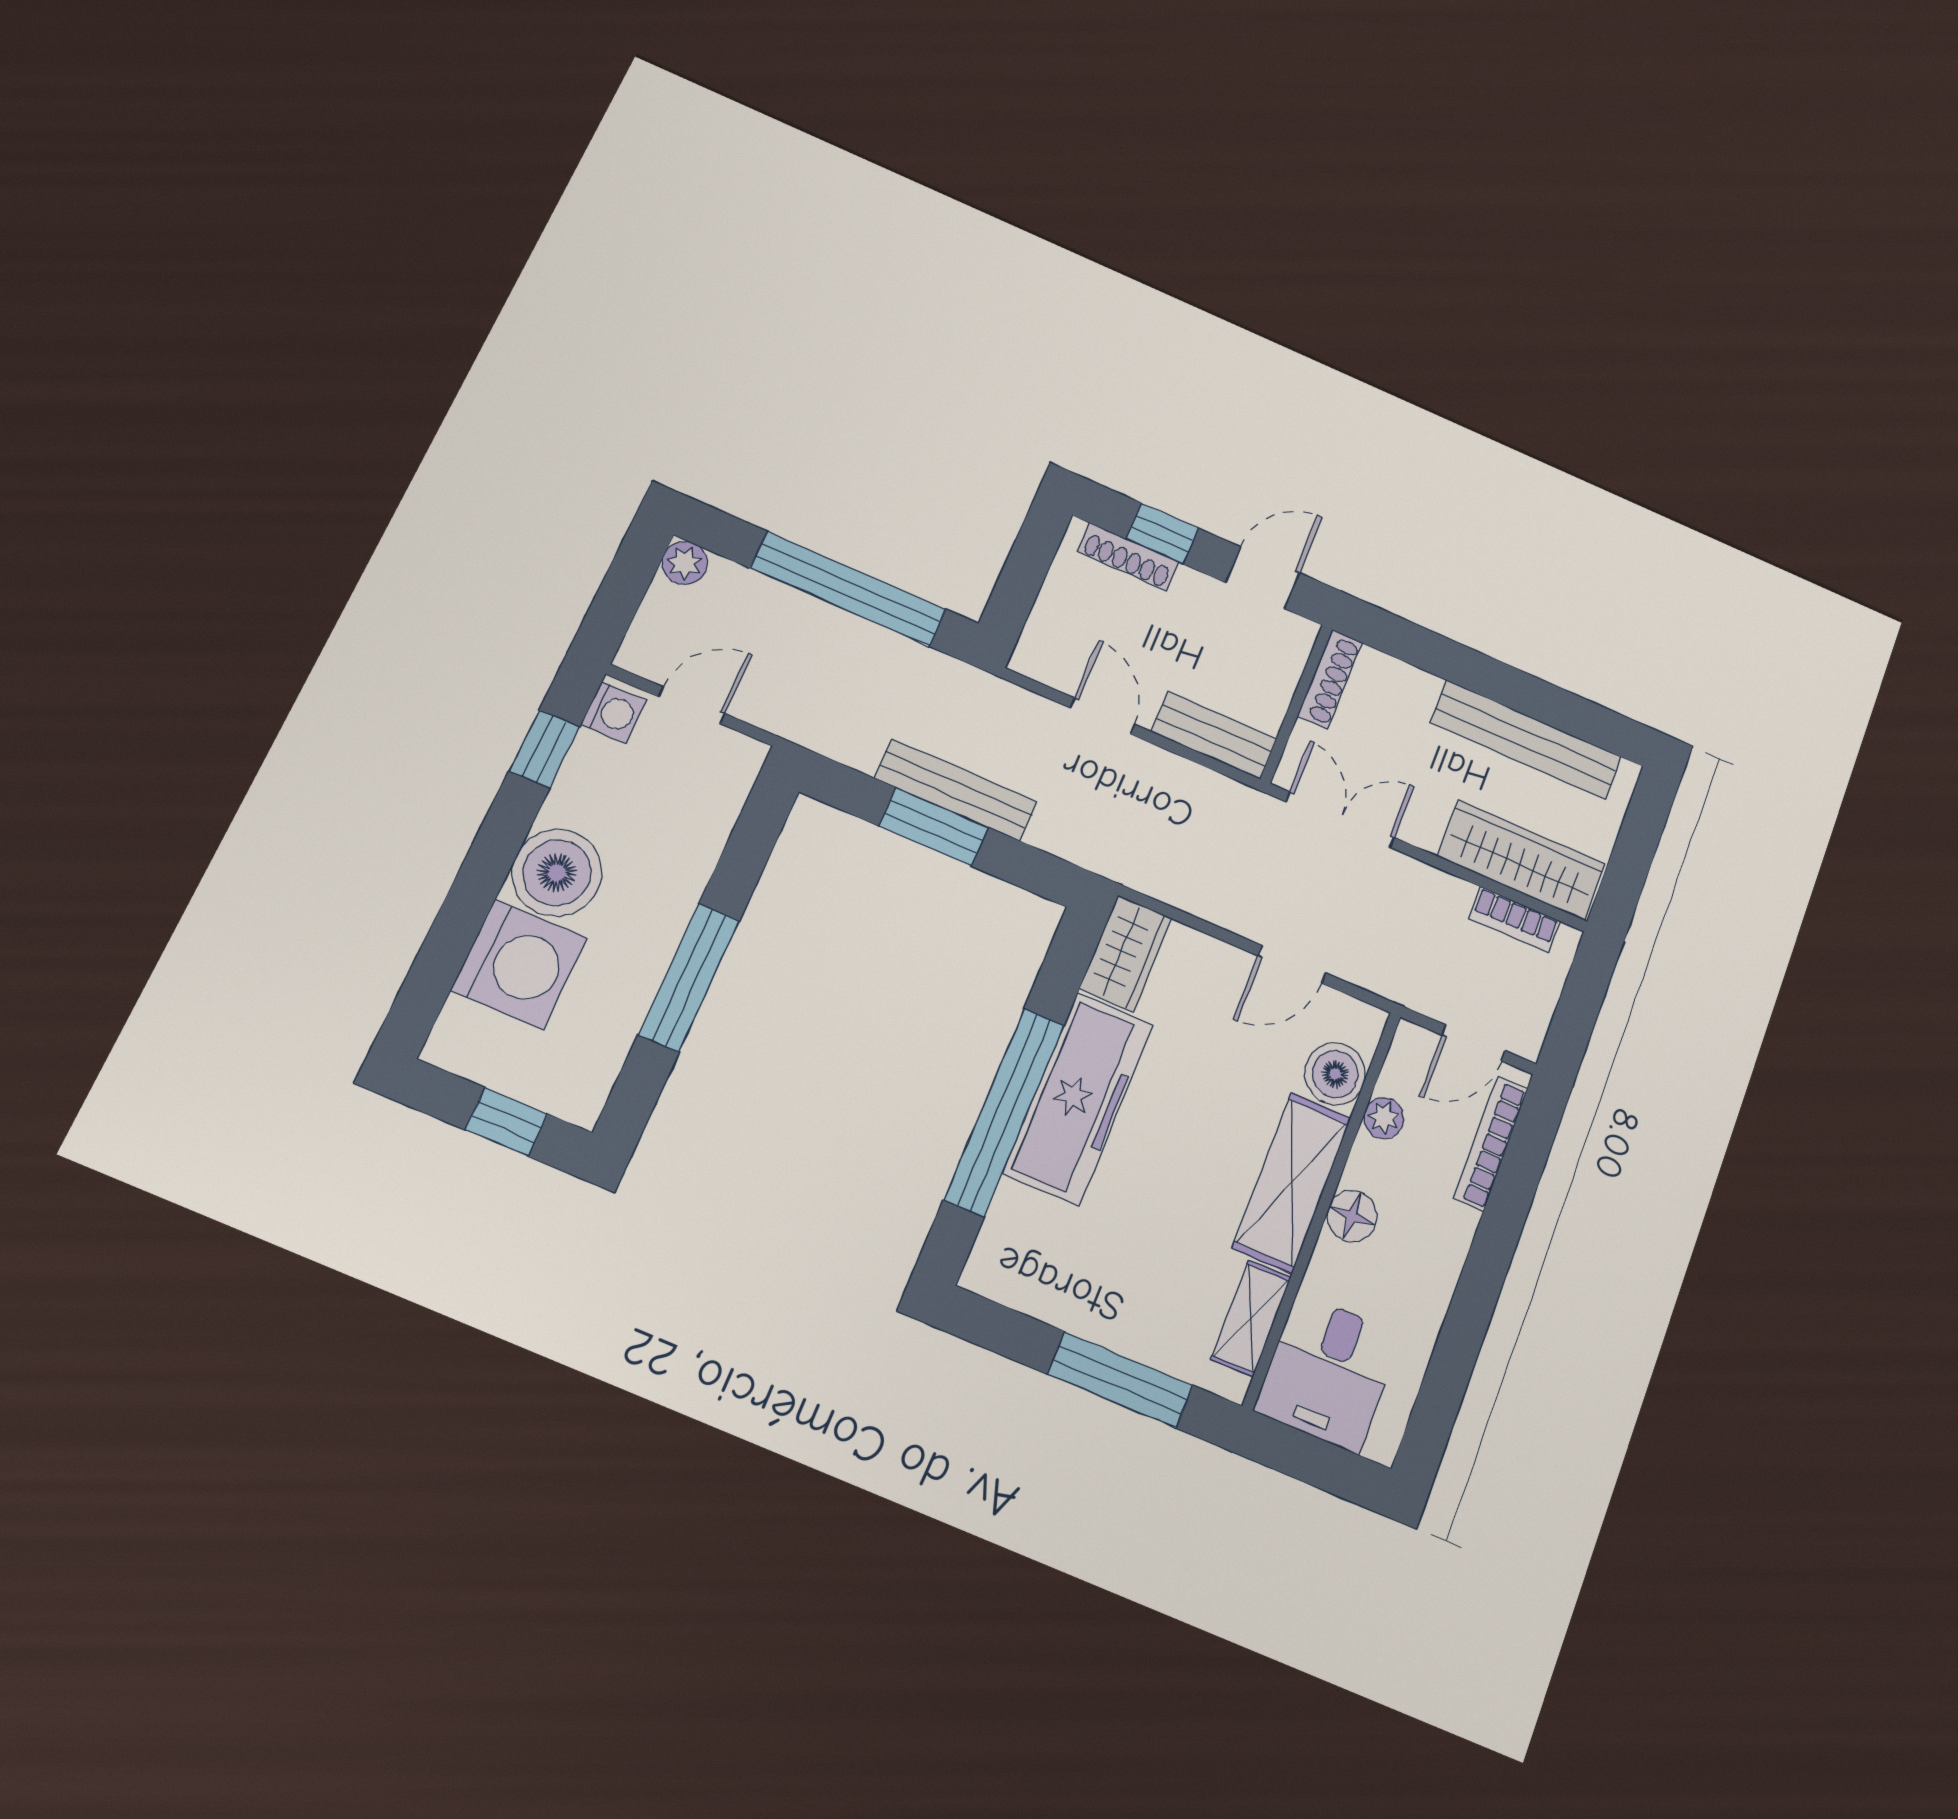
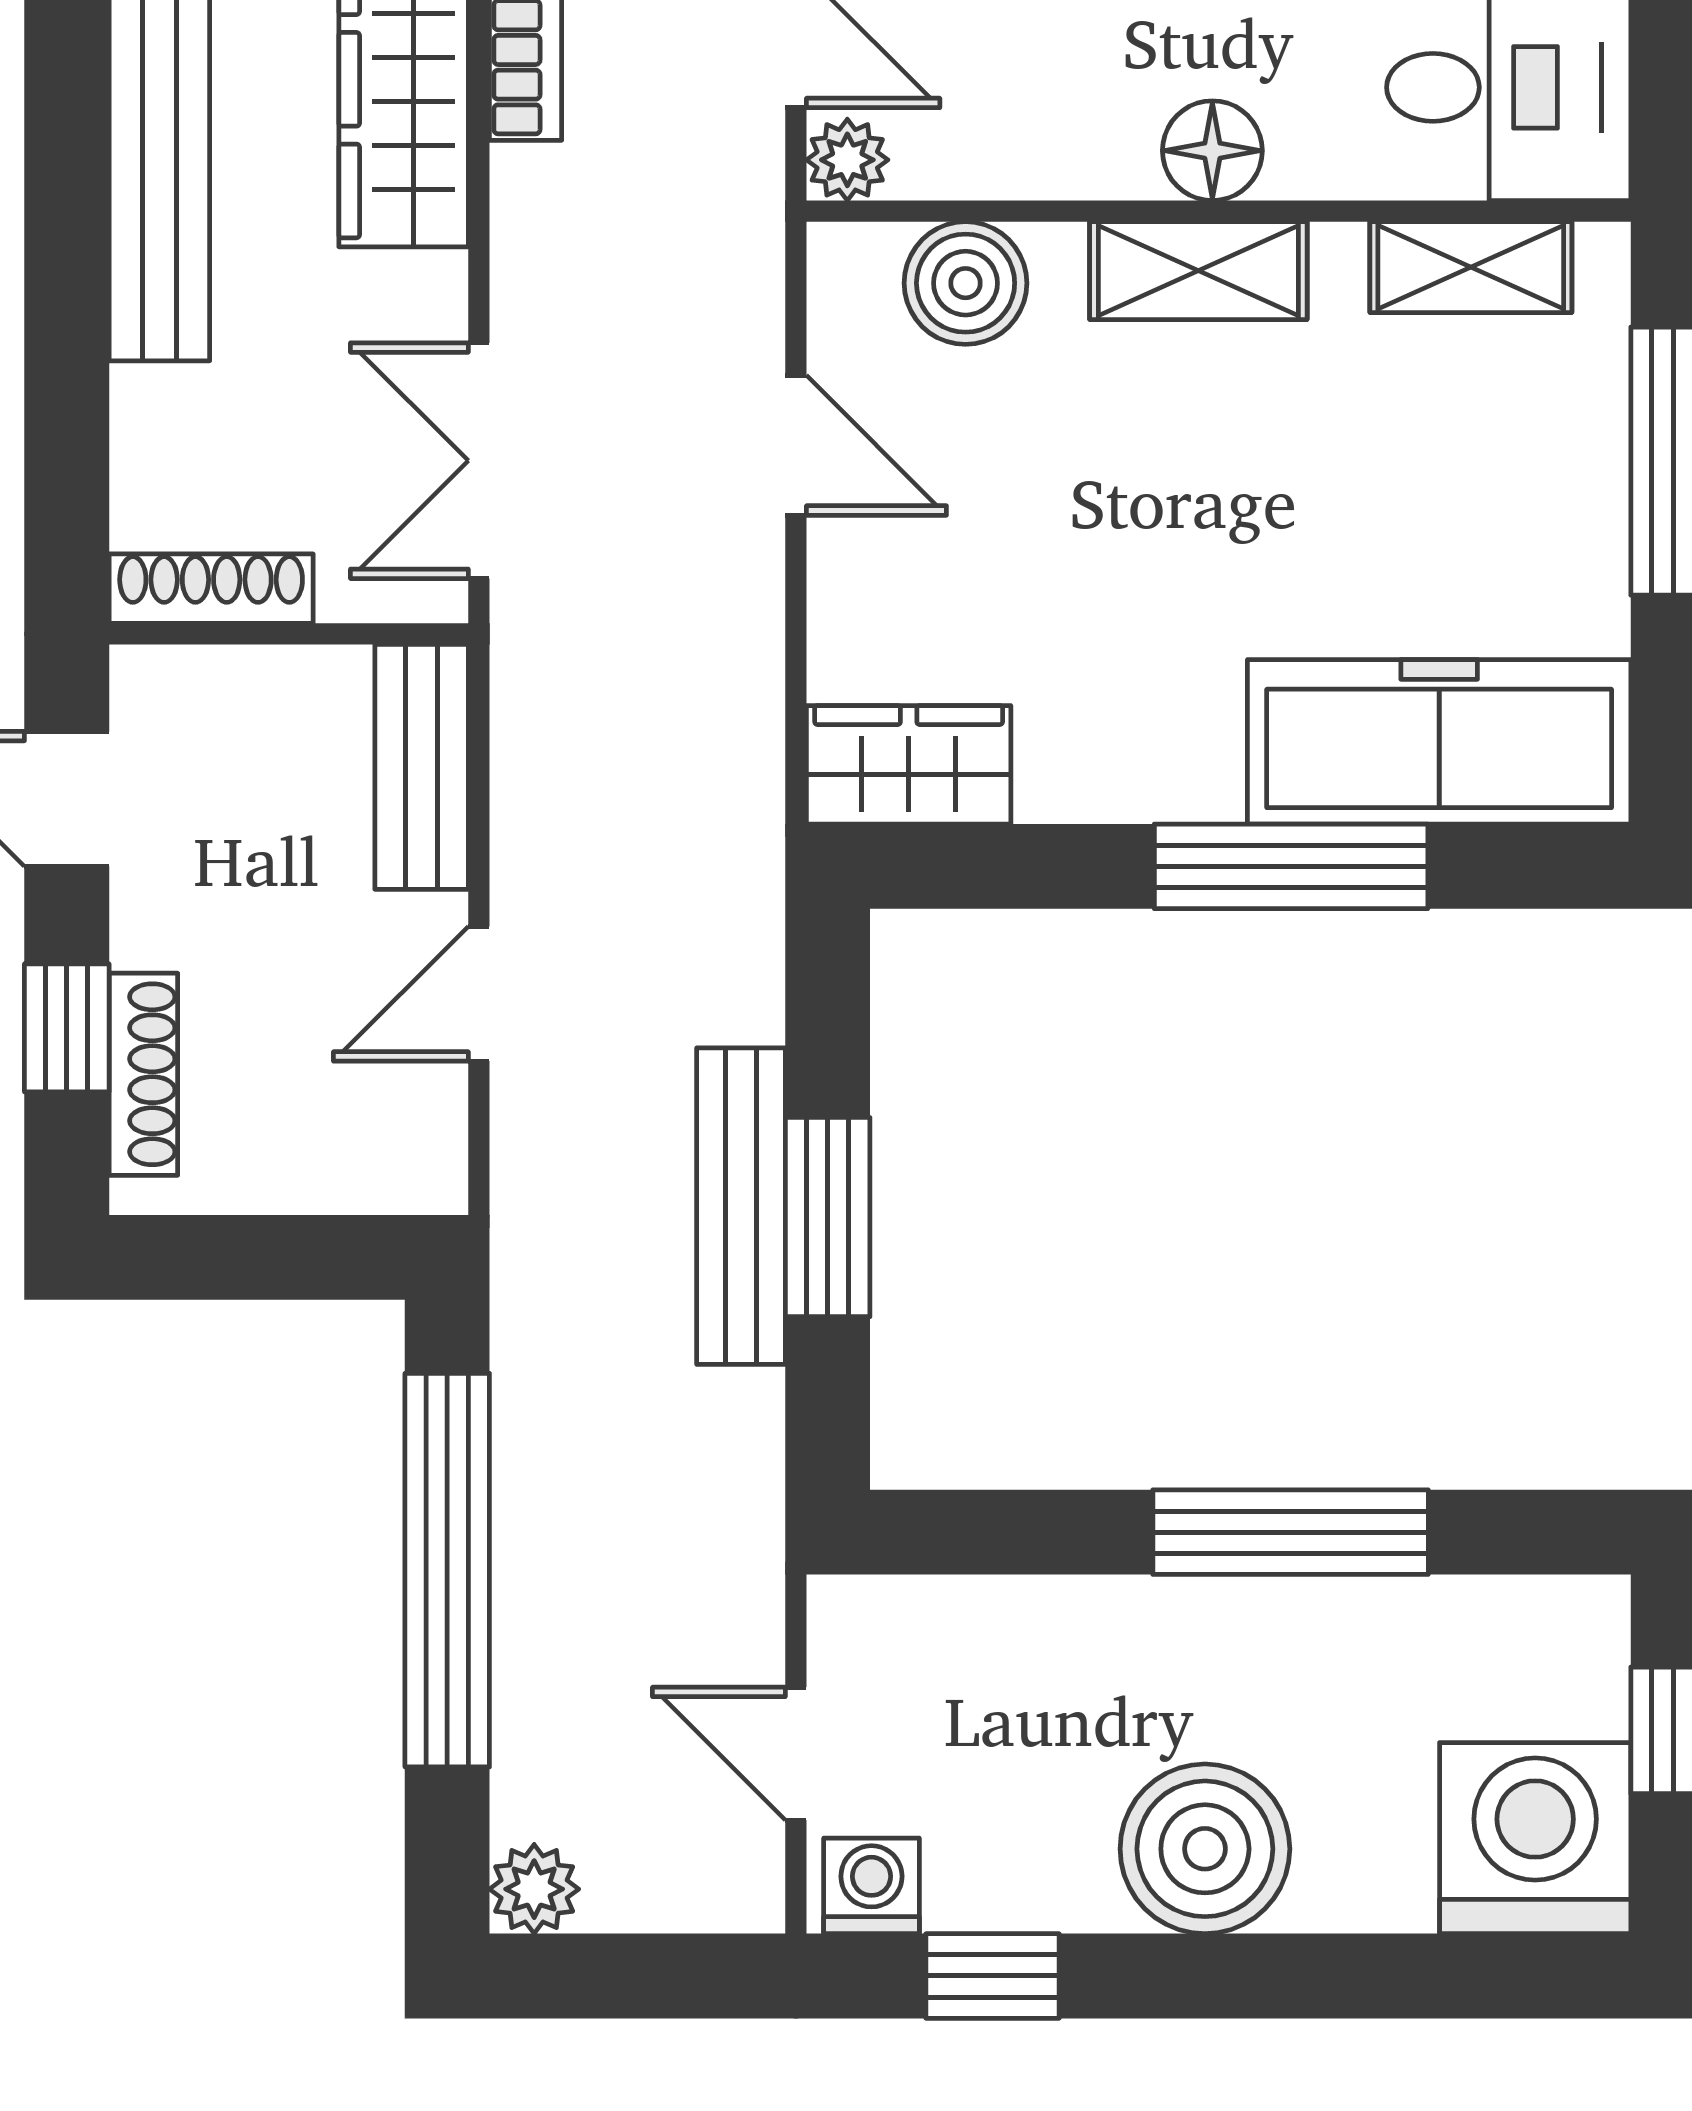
washing machine: (519, 964) -> (1535, 1838), moved
freezer: (1078, 1099) -> (1439, 742), moved
window: (1004, 1112) -> (1291, 866), width x0.68
plant: (1384, 1118) -> (847, 160), moved
shelving: (1292, 1183) -> (1198, 271), width x0.67, depth x0.75

